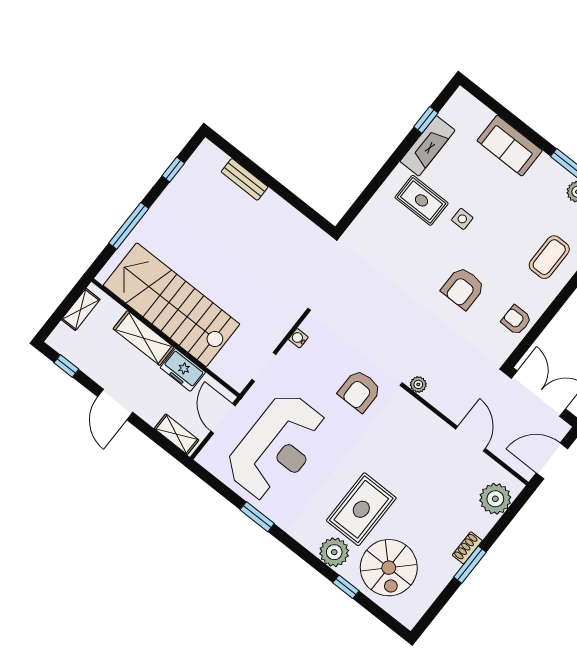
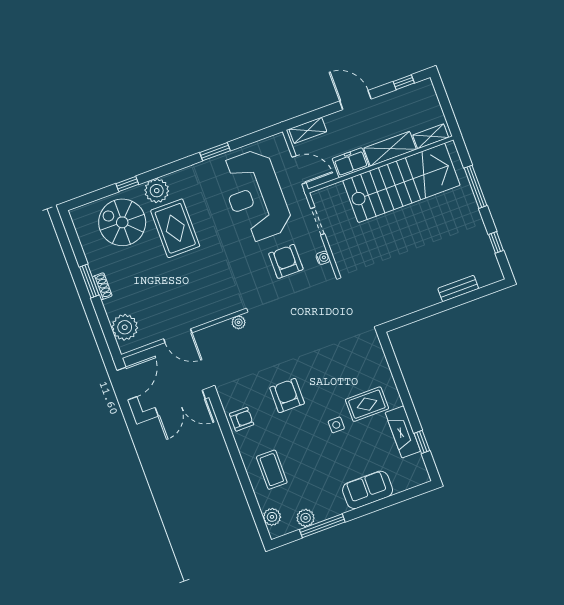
shelving: (81, 309) -> (431, 136), moved, turned 90
armchair: (360, 391) -> (286, 261), moved

